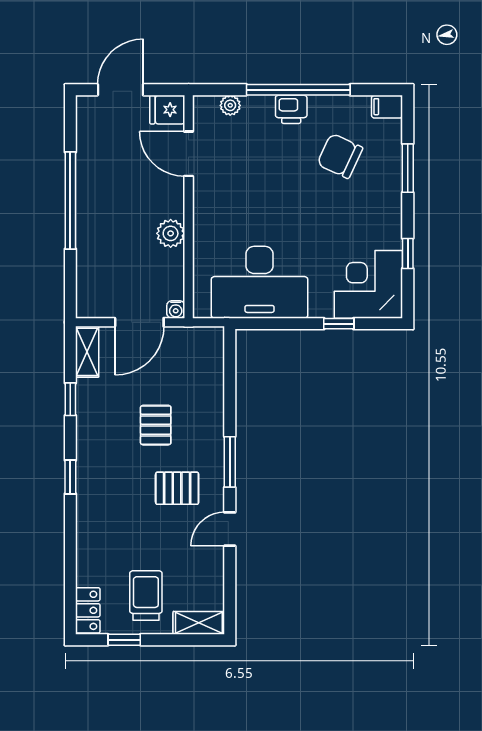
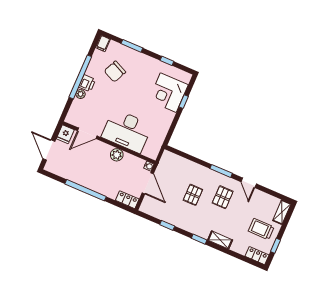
plant: (230, 105) -> (80, 94), moved
desk: (260, 282) -> (127, 131), moved, turned 90
corner desk: (368, 284) -> (168, 93), moved
locker: (88, 295) -> (127, 200), added
shelving: (87, 352) -> (220, 240), moved
pallet: (156, 425) -> (193, 195), turned 90

